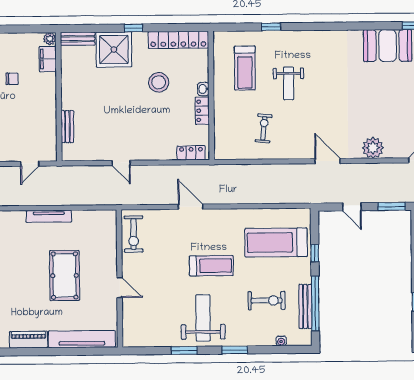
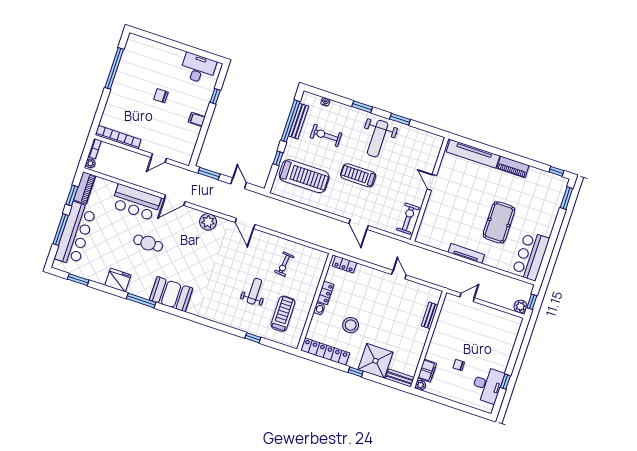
pool table: (65, 276) -> (499, 222), moved

